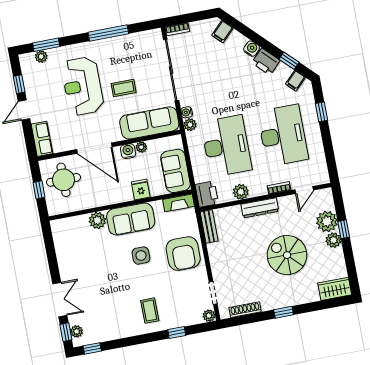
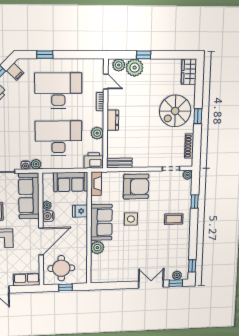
dresser: (260, 208) -> (113, 120), width x0.70
plant: (333, 240) -> (119, 65), moved
spiral stairs: (287, 255) -> (175, 111), moved

